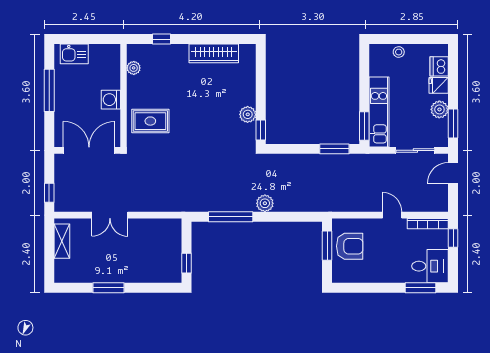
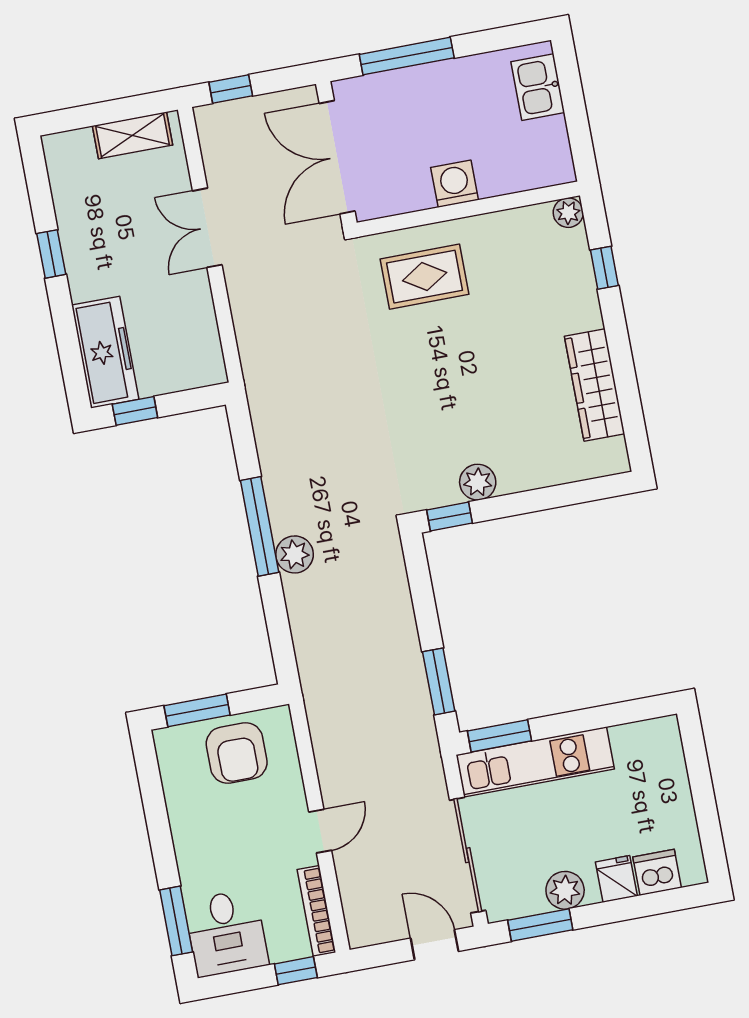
stool: (399, 52) -> (672, 780), removed
plant: (134, 68) -> (568, 213), moved
window: (49, 90) -> (407, 56), moved
rug: (150, 121) -> (425, 277), turned 90
double door: (89, 150) -> (337, 157), swing flipped
sliding door: (415, 150) -> (468, 855), width x1.37
window: (231, 217) -> (260, 526), moved
window: (327, 246) -> (197, 710), moved
freezer: (157, 272) -> (105, 352), added
window: (109, 288) -> (51, 254), width x0.67

